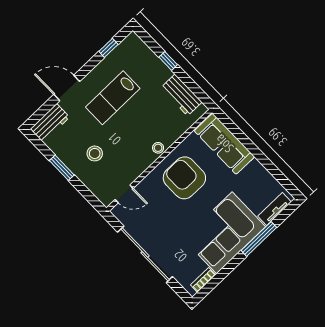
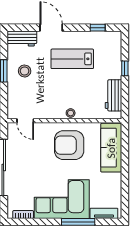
stool: (95, 153) -> (25, 71), moved
armchair: (184, 178) -> (69, 145), turned -90

